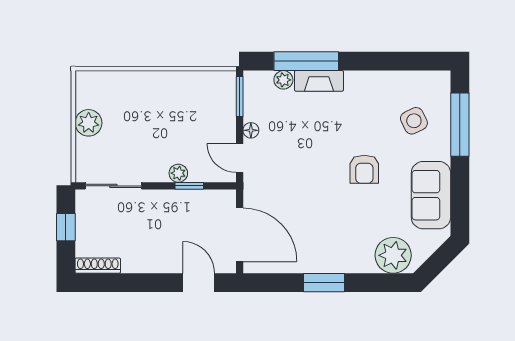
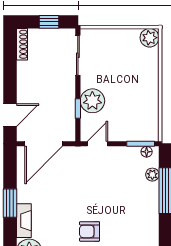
fireplace: (319, 81) -> (24, 221), moved, turned 180
plant: (89, 123) -> (150, 38), moved
floor lamp: (251, 130) -> (147, 152), moved
plant: (178, 173) -> (92, 101), width x1.88, depth x1.88

